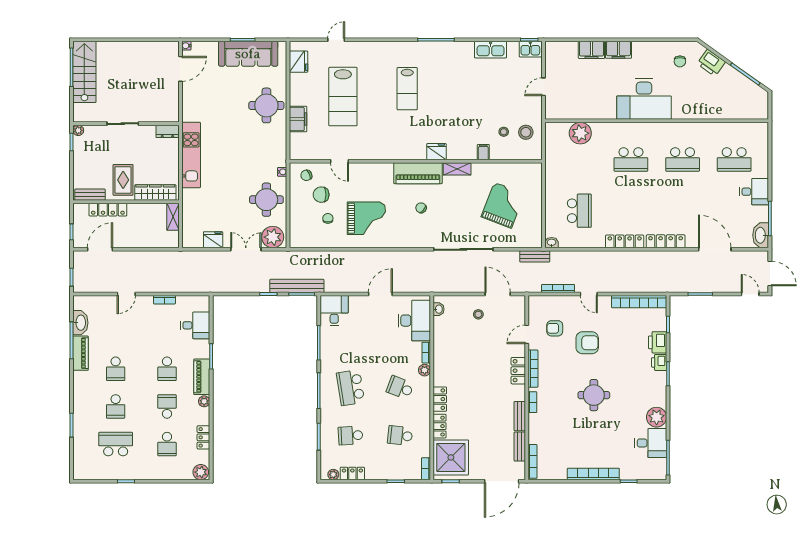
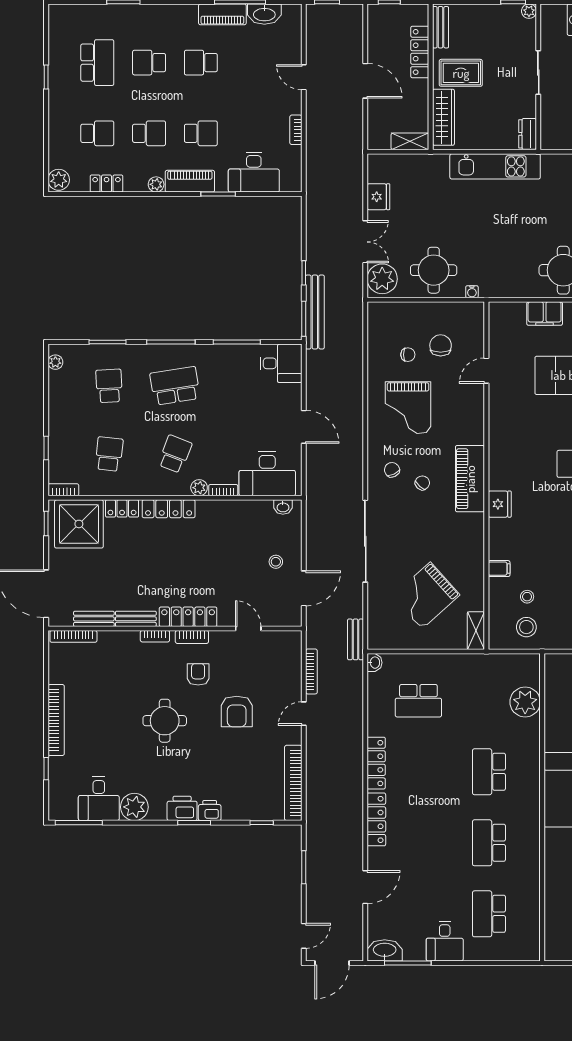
shelving: (457, 169) -> (476, 631), moved
chair: (306, 175) -> (392, 470), moved
grand piano: (503, 205) -> (426, 595), turned 117
door: (100, 249) -> (365, 81), moved
door: (715, 249) -> (365, 887), width x0.73
desk: (195, 325) -> (254, 172), width x1.37
armchair: (555, 328) -> (198, 674), moved
printer: (658, 342) -> (182, 808), moved
school desk: (167, 369) -> (201, 133), turned 180
bookcase: (533, 369) -> (192, 637), width x0.64
locker: (518, 371) -> (188, 617), width x1.53
locker: (440, 399) -> (169, 509), width x1.53
school desk: (167, 444) -> (97, 133), turned 180
locker: (352, 473) -> (57, 388), removed

